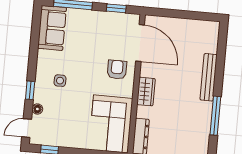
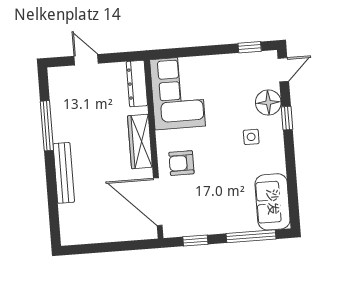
armchair: (117, 70) -> (181, 163), turned 90
wardrobe: (146, 92) -> (140, 141), width x1.50
floor lamp: (37, 109) -> (268, 103), width x1.89, depth x1.89

